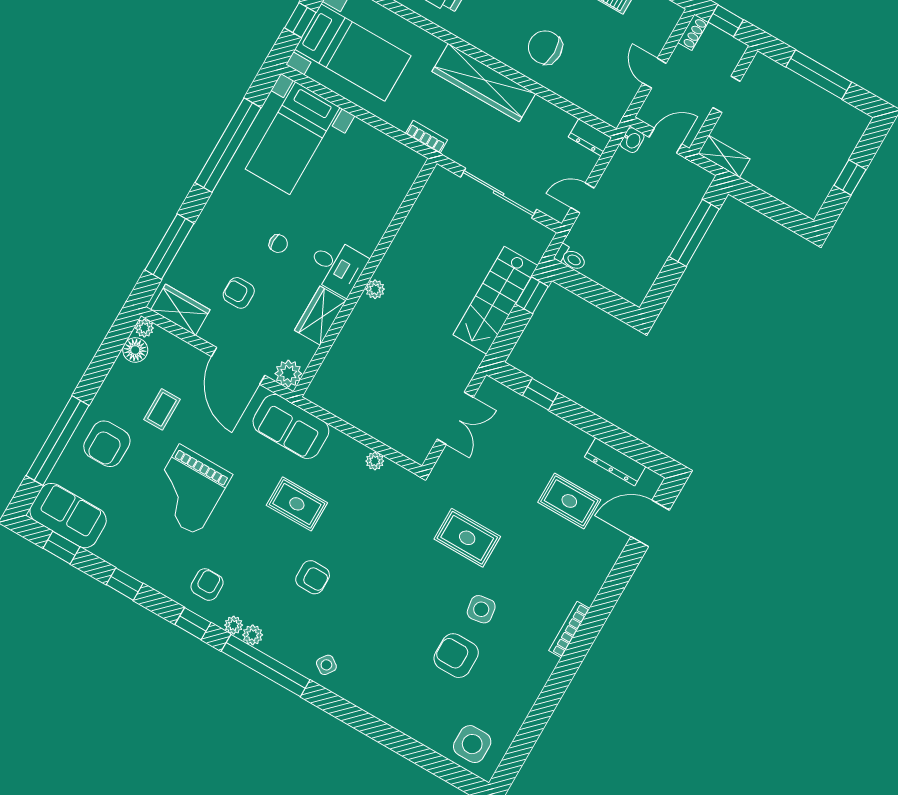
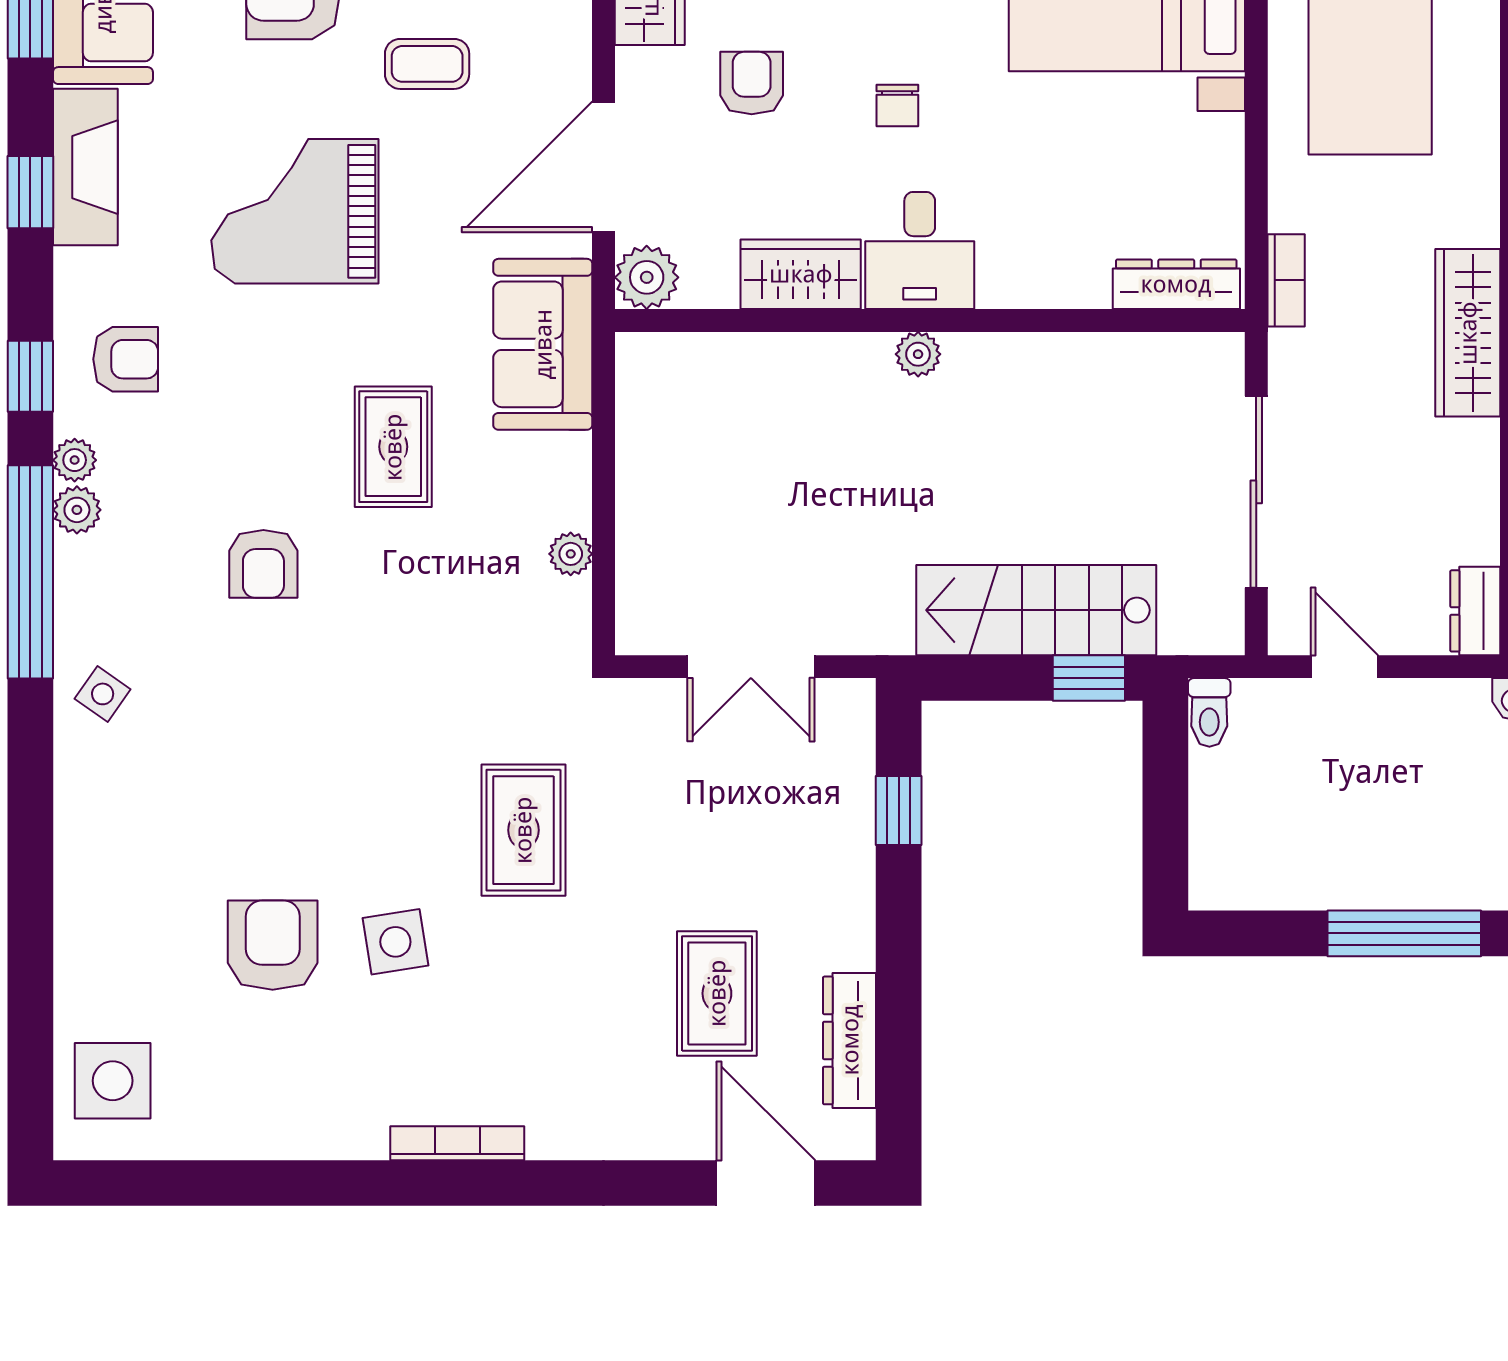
wardrobe: (484, 83) -> (1468, 333), width x0.71, depth x0.85
dresser: (404, 178) -> (1176, 284), added
fireplace: (127, 558) -> (85, 167), added

